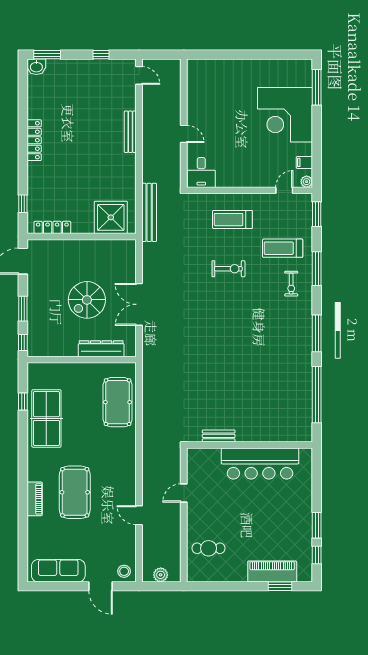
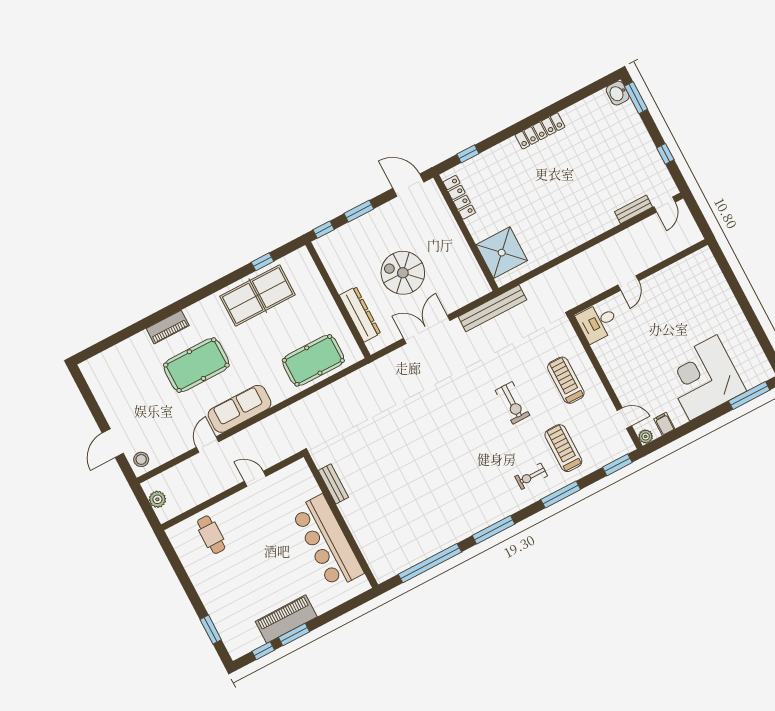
bench: (130, 132) -> (634, 209), moved, width x0.73
bench: (149, 212) -> (492, 308), moved
sofa: (58, 571) -> (240, 409), moved, turned -90
piano: (272, 571) -> (286, 619), moved, turned -90

